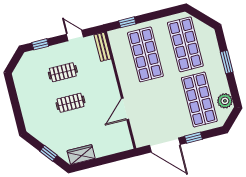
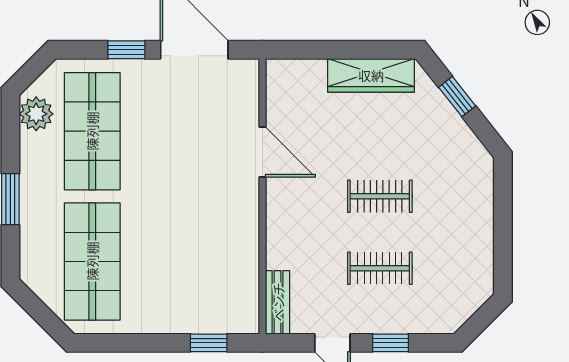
window: (40, 44) -> (390, 343), moved
shop shelf: (145, 54) -> (186, 261), removed
door: (125, 109) -> (262, 152), hinge flipped
wardrobe: (81, 155) -> (371, 75), width x1.50

